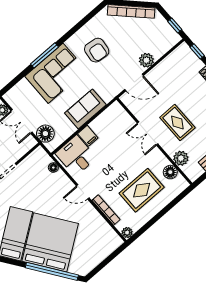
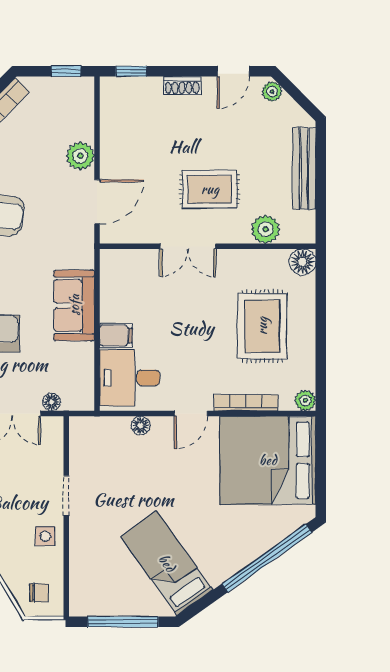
floor lamp: (45, 134) -> (52, 402), width x0.53, depth x0.53
floor lamp: (53, 168) -> (140, 425), moved
floor lamp: (170, 172) -> (303, 262), moved
bed: (50, 242) -> (268, 460), moved, turned -55

